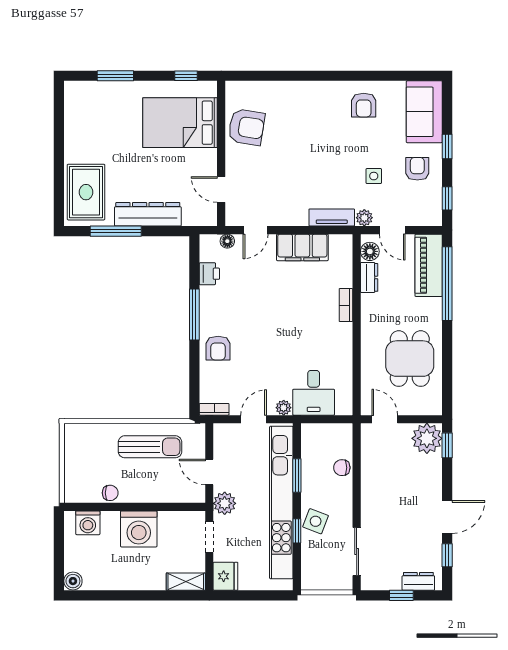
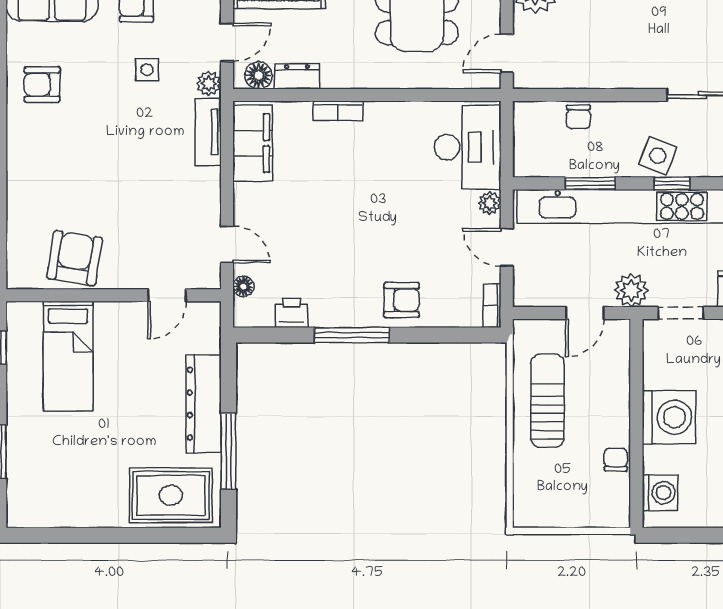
armchair: (364, 105) -> (42, 85), turned 180
bed: (180, 123) -> (68, 356), width x0.67
filing cabinet: (302, 247) -> (253, 143), moved
desk: (314, 393) -> (468, 147), width x1.37

